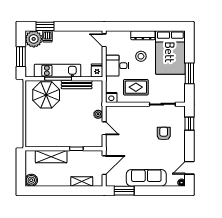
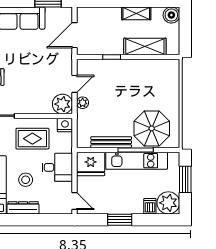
window: (45, 26) -> (120, 220), moved
fridge: (97, 70) -> (91, 164), width x1.88, depth x1.34
plant: (113, 113) -> (62, 104), added
door: (104, 128) -> (75, 84), swing flipped
shelving: (82, 181) -> (136, 13), moved

